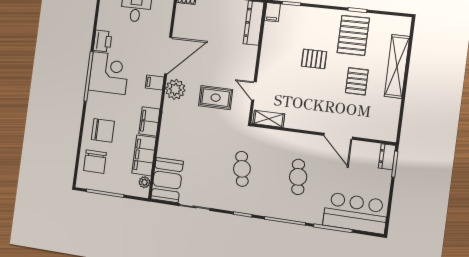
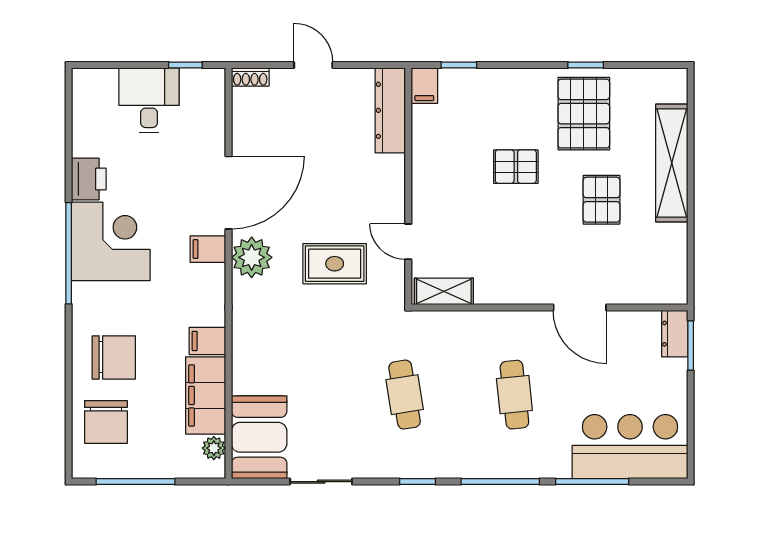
filing cabinet: (149, 121) -> (207, 341), width x0.50

